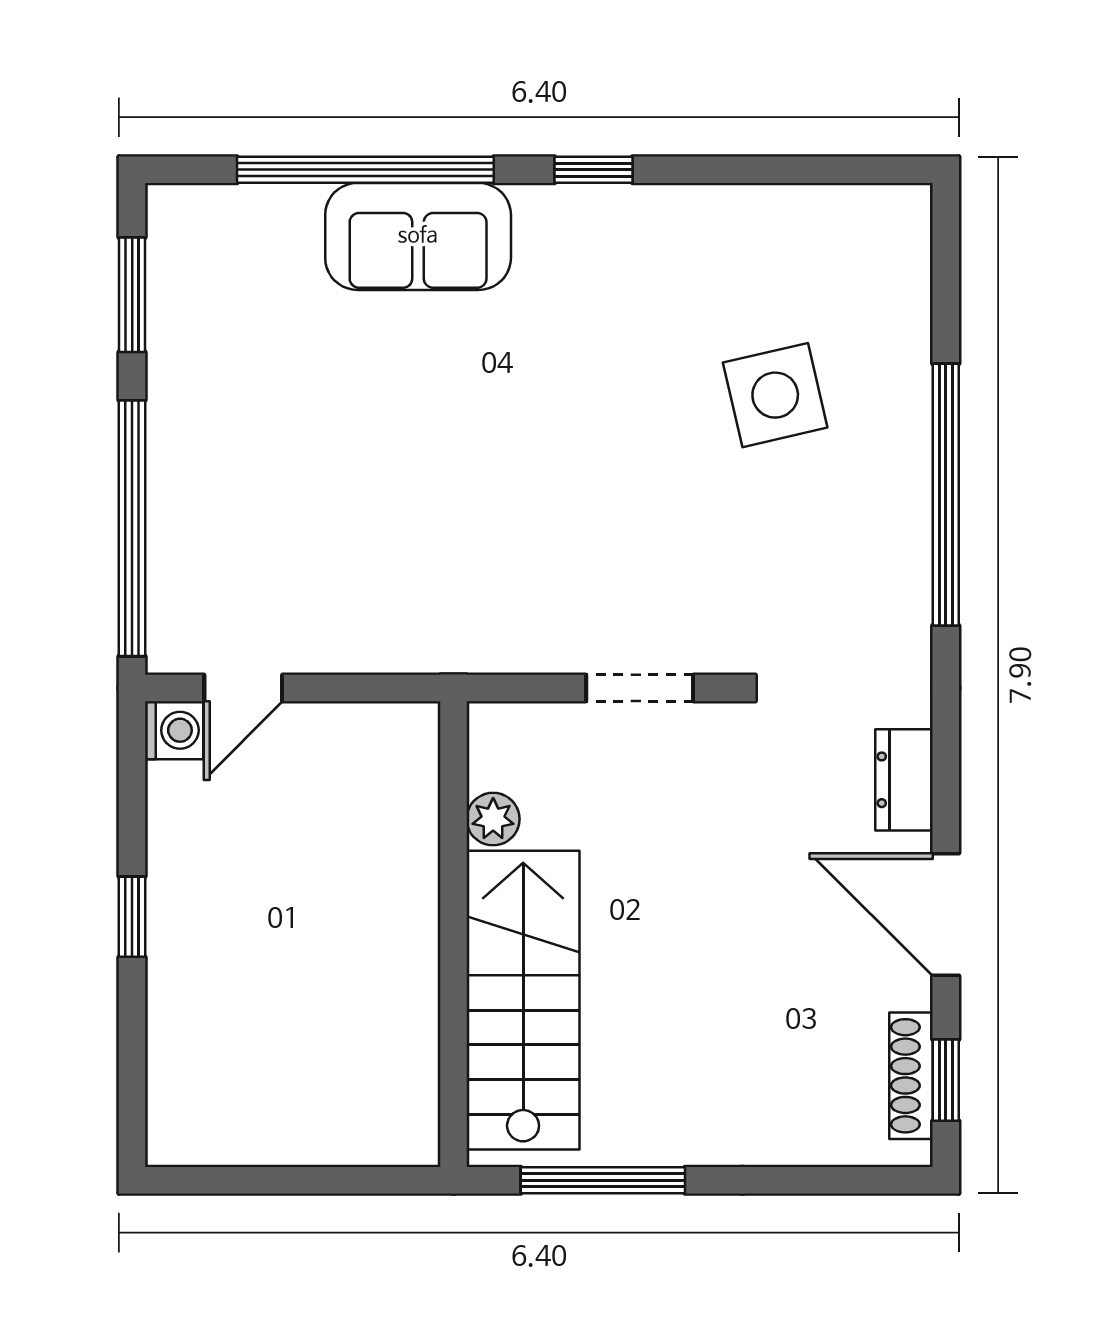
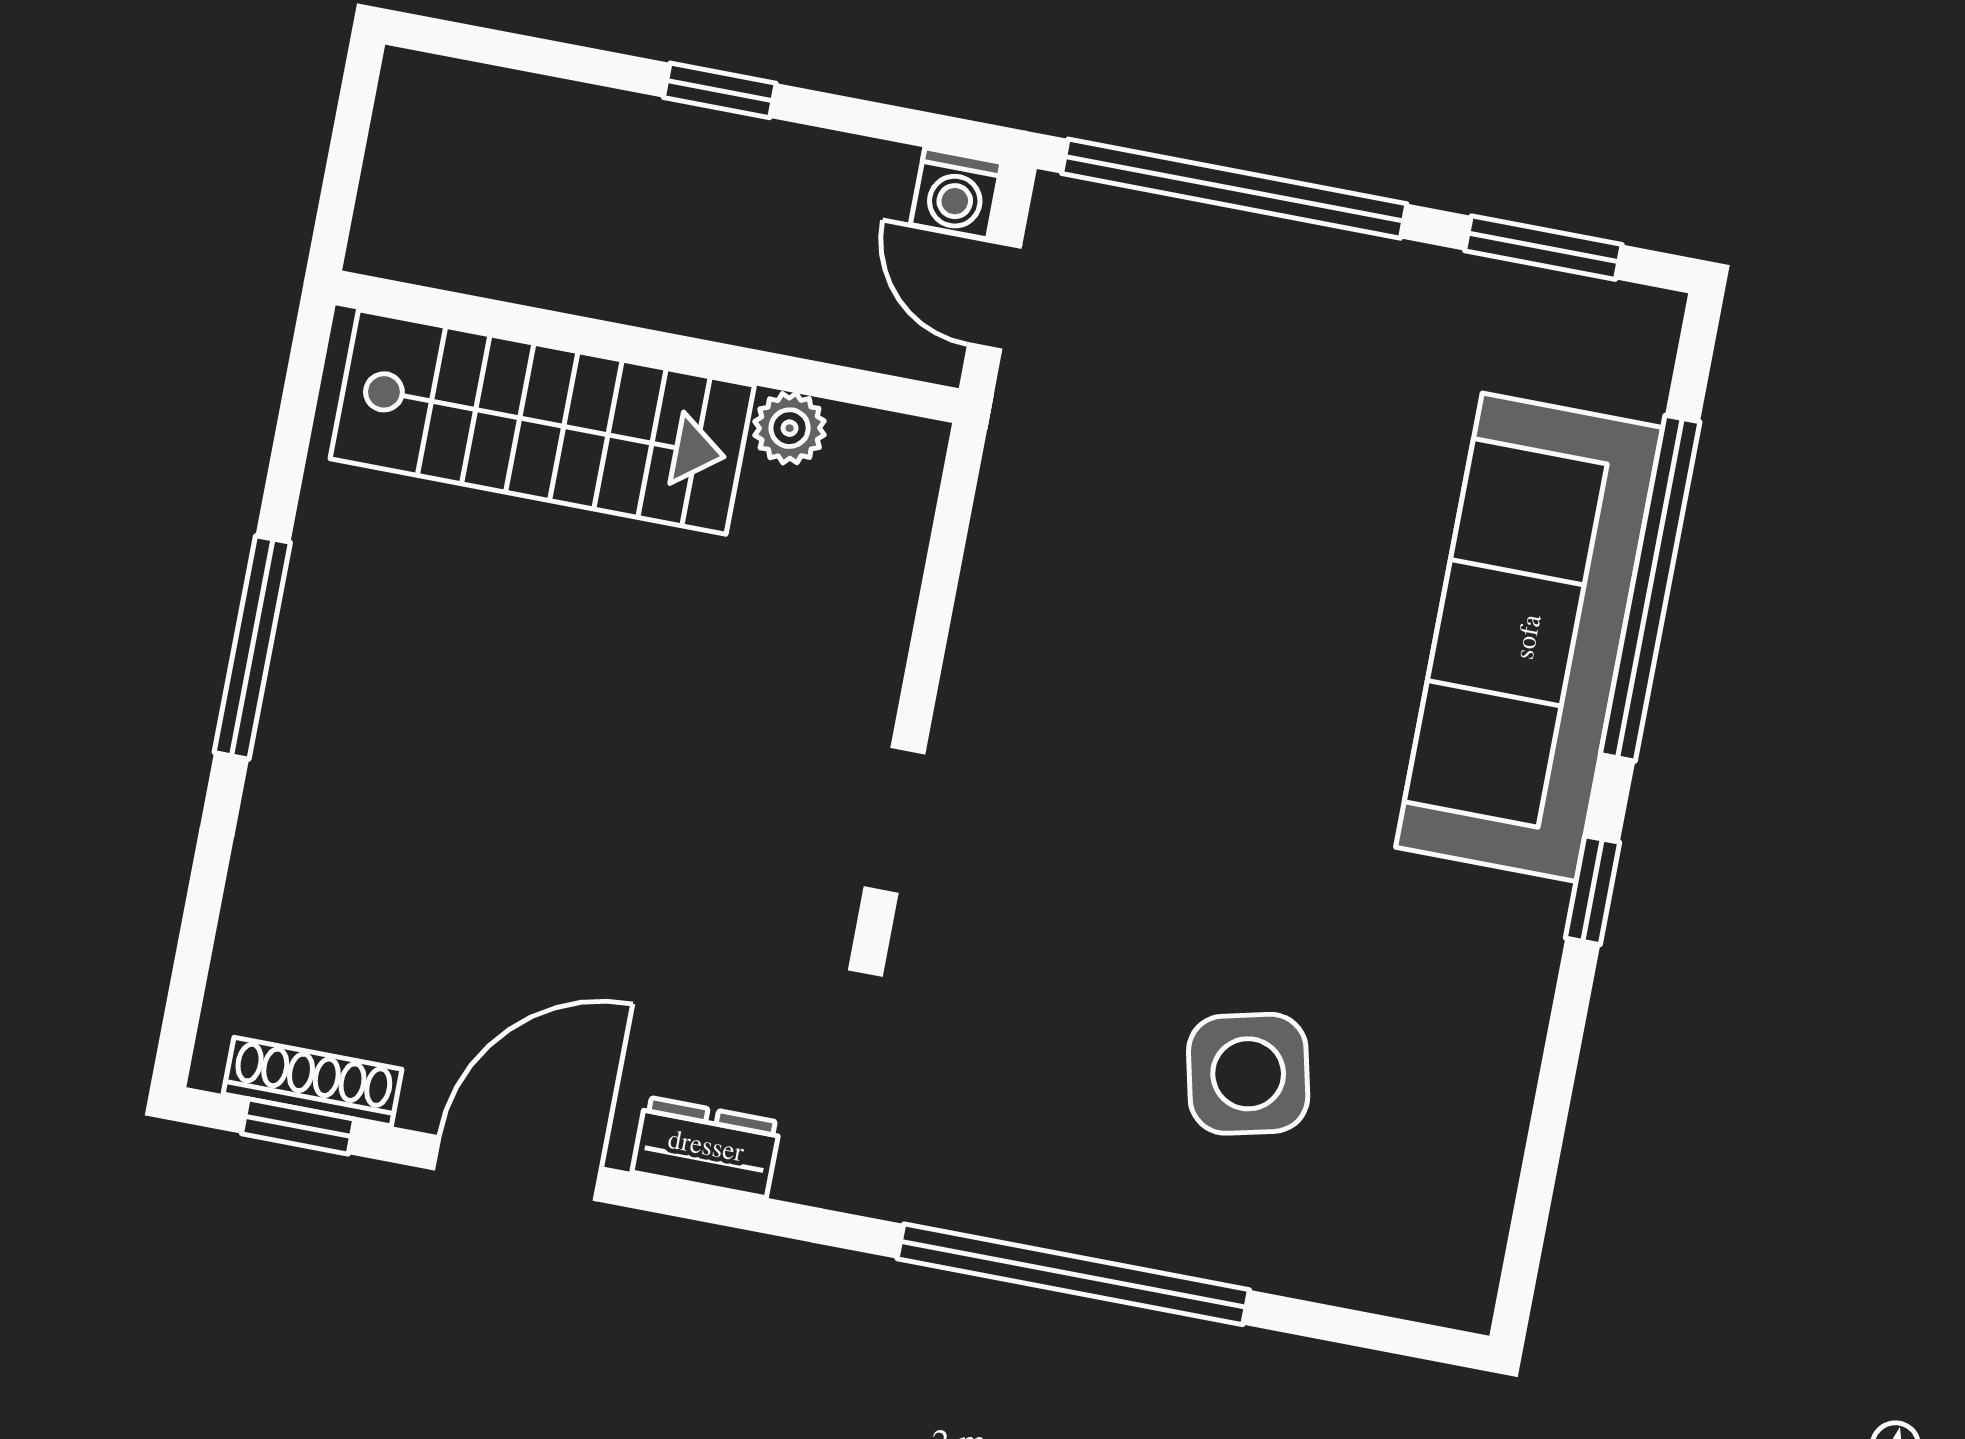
sofa: (418, 236) -> (1529, 637), width x1.85, depth x1.27
plant: (493, 819) -> (790, 428), moved
wall: (454, 934) -> (647, 347), moved
stairs: (523, 1000) -> (542, 422), moved

